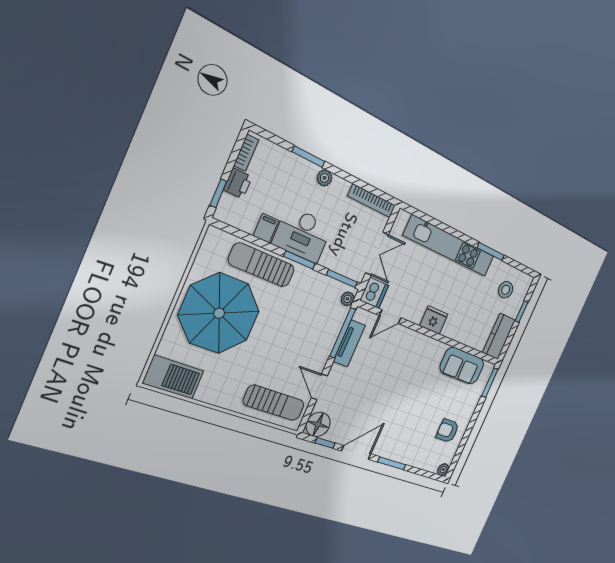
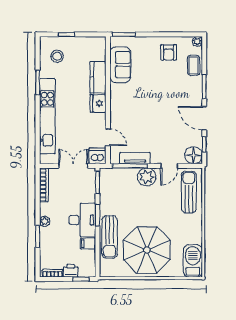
plant: (347, 299) -> (147, 177), moved, width x1.88, depth x1.88
kitchen counter: (499, 336) -> (98, 77), moved, turned 90
coffee table: (421, 457) -> (194, 65), added

